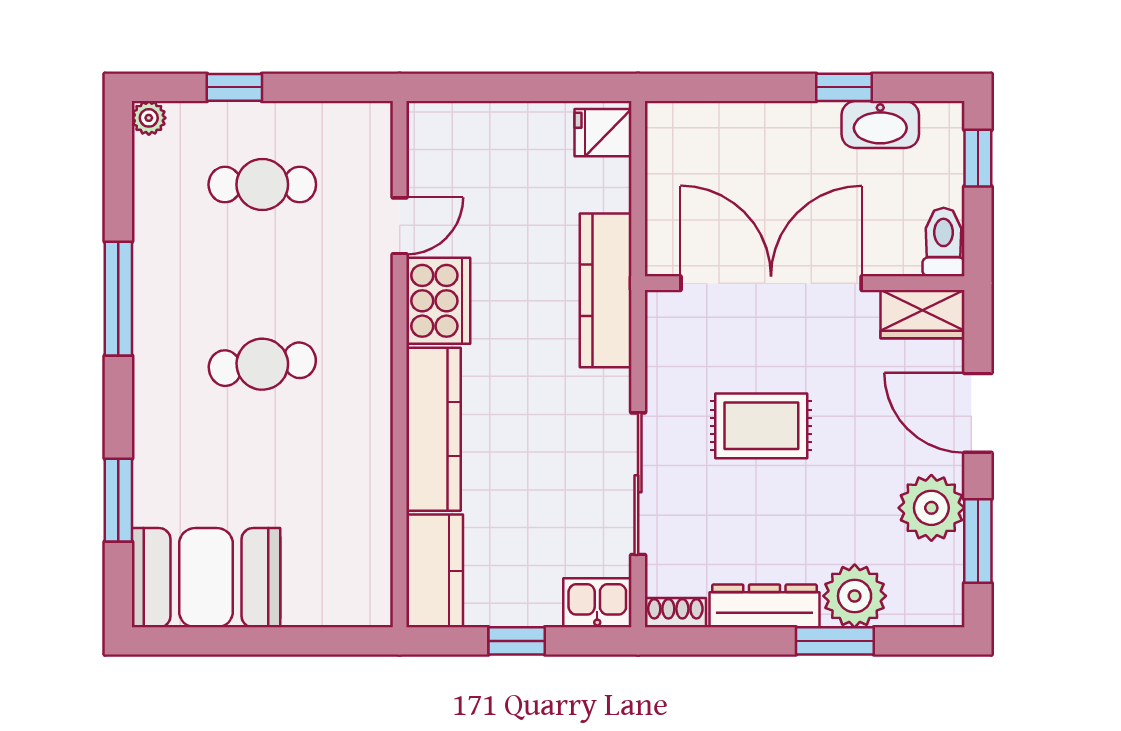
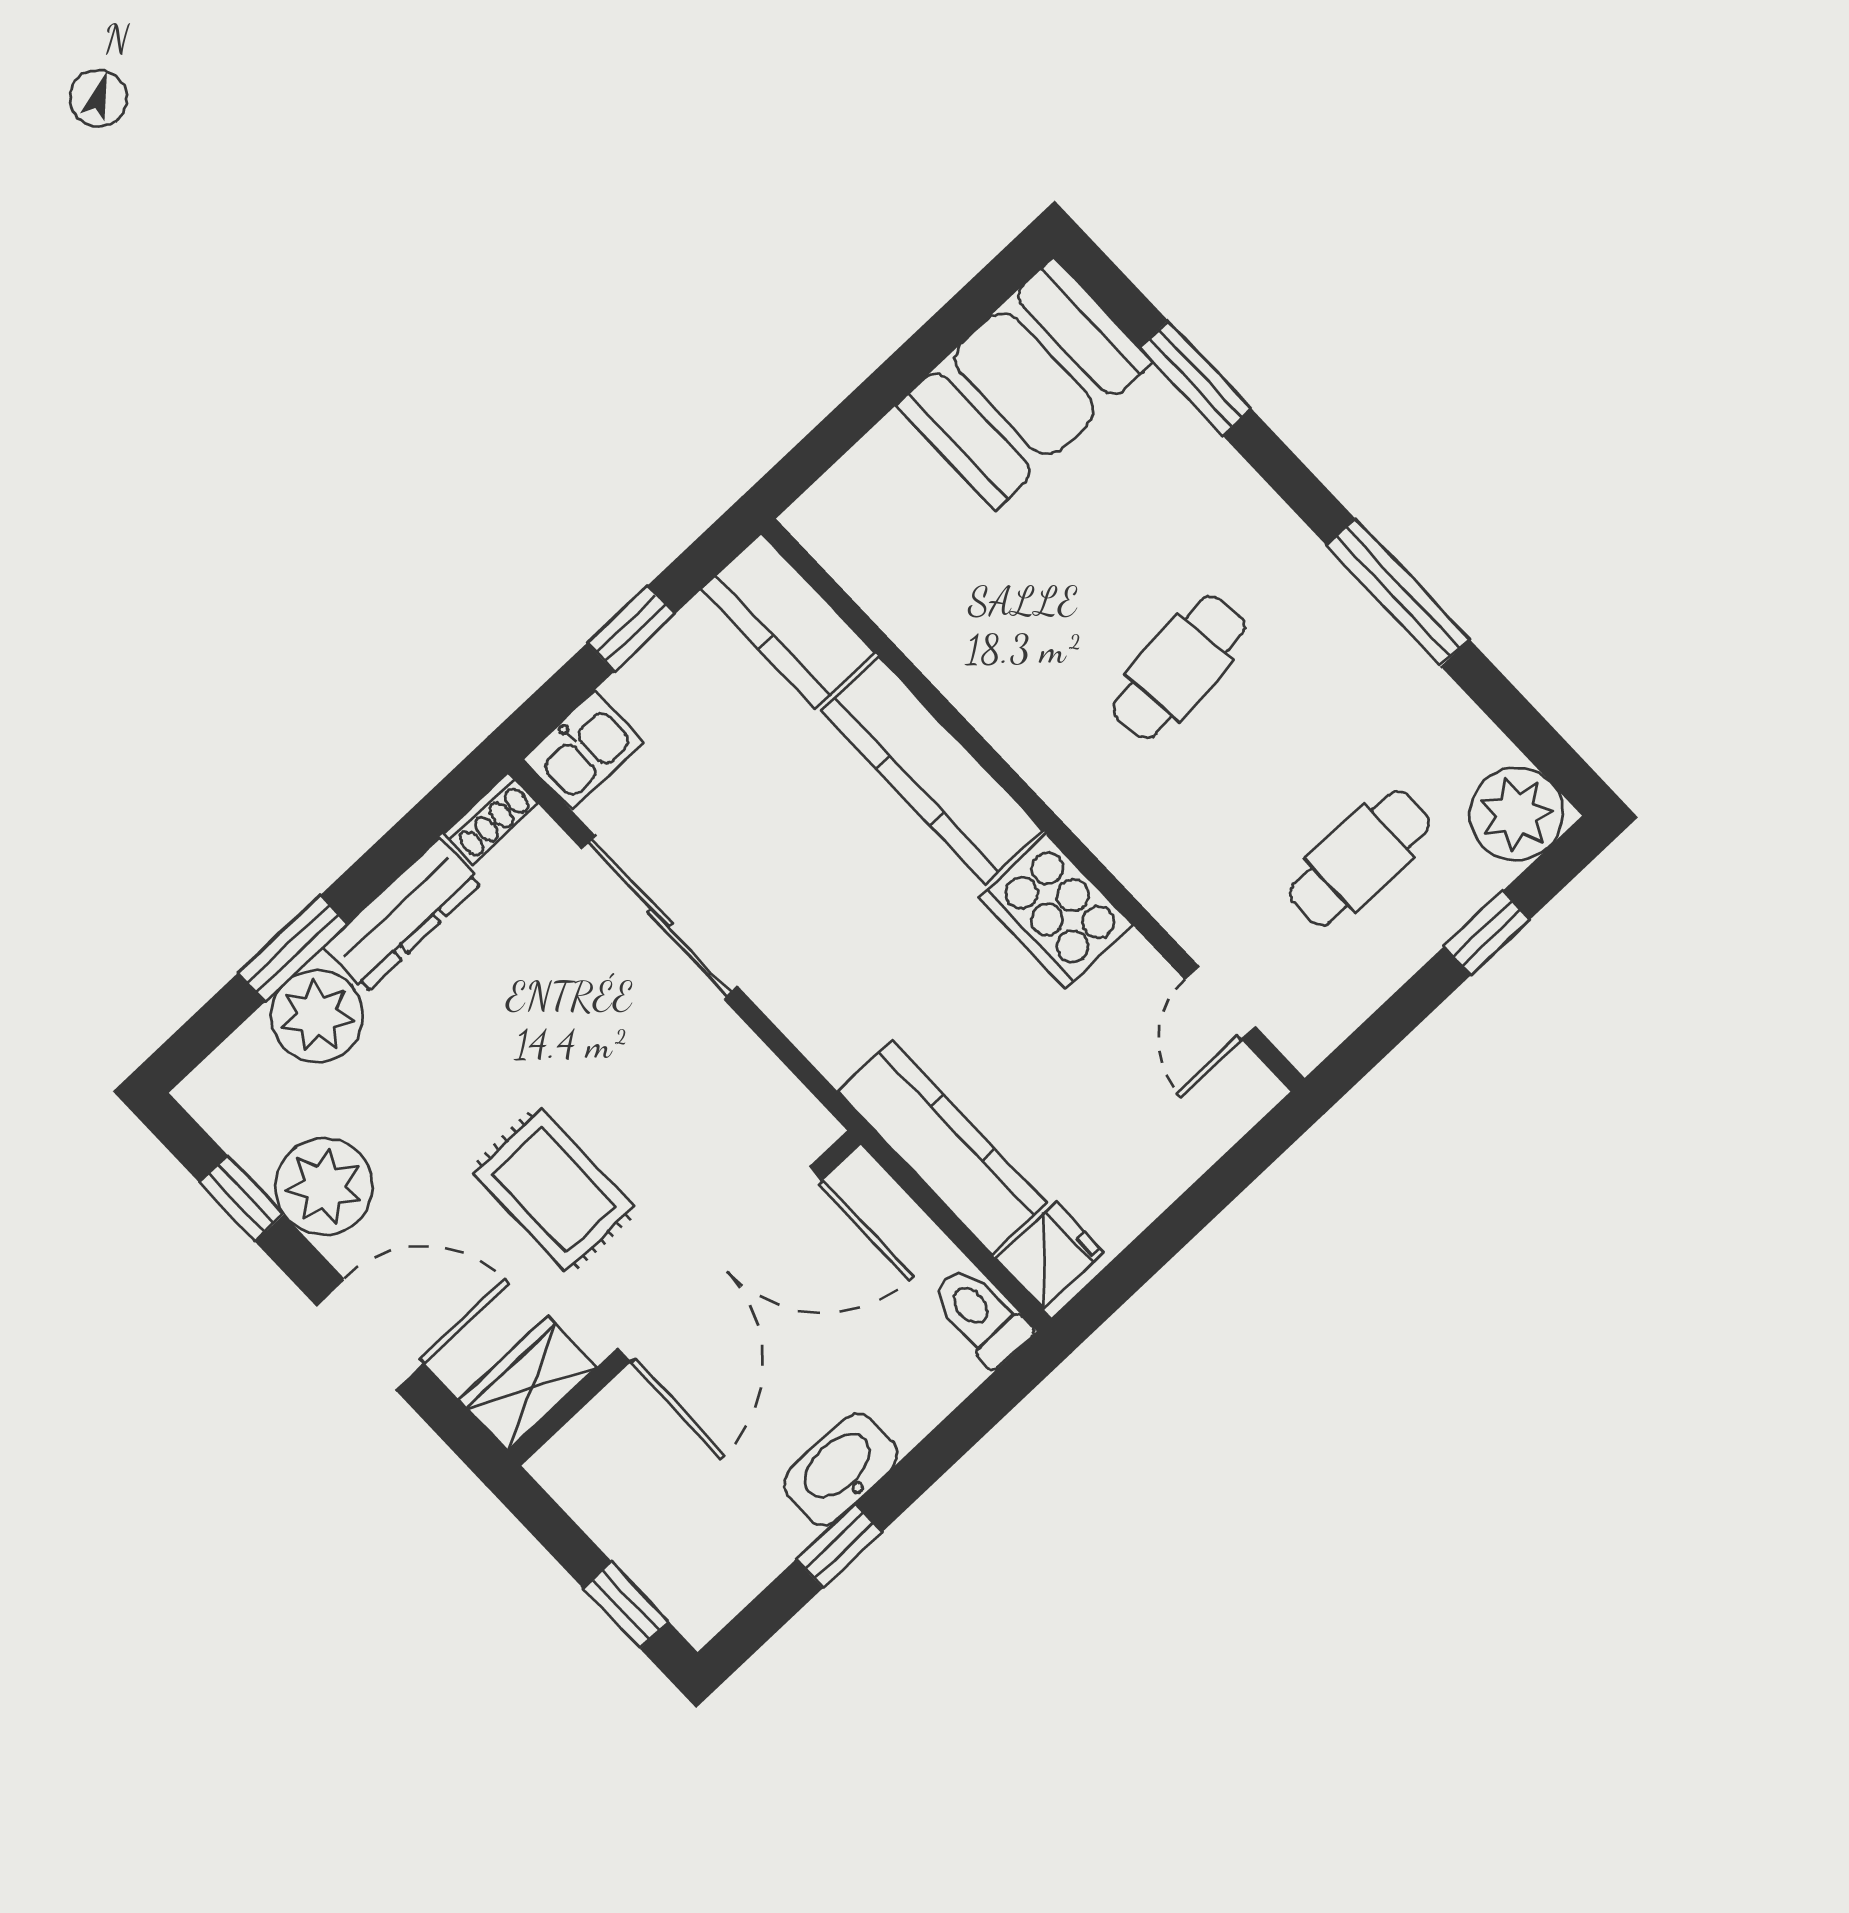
plant: (149, 118) -> (1516, 814), width x1.88, depth x1.88
washbasin: (880, 125) -> (841, 1469), moved
door: (400, 226) -> (1220, 1003), moved
toilet: (944, 242) -> (980, 1316), moved, turned 180
kitchen counter: (606, 290) -> (942, 1147), moved
rug: (761, 426) -> (554, 1190), moved, turned 90
window: (978, 541) -> (241, 1198), width x0.67

